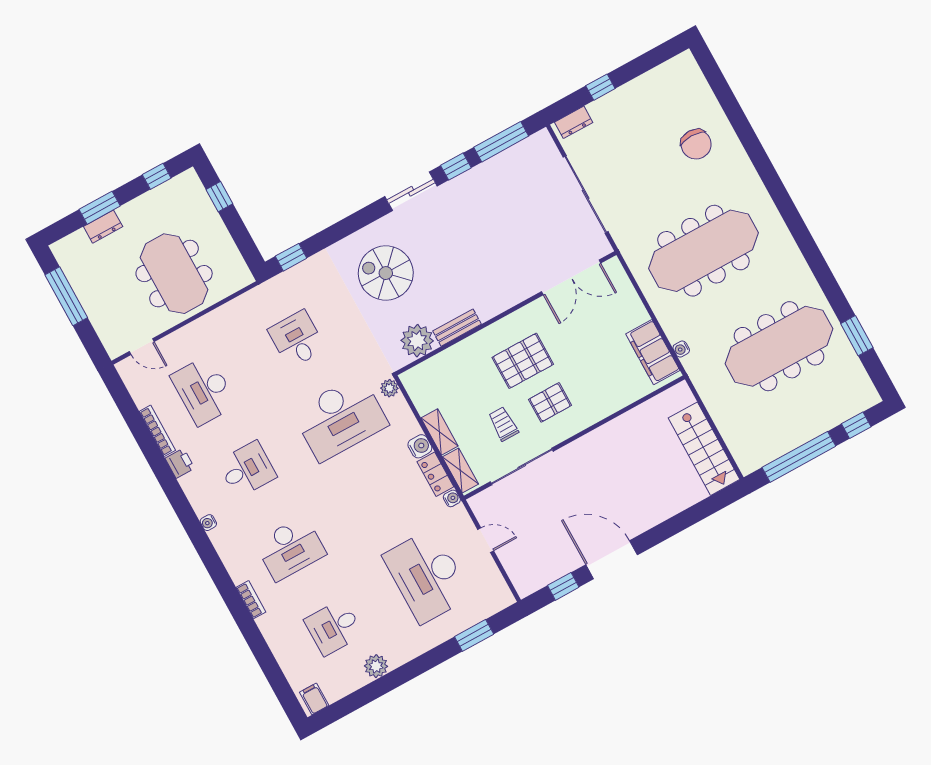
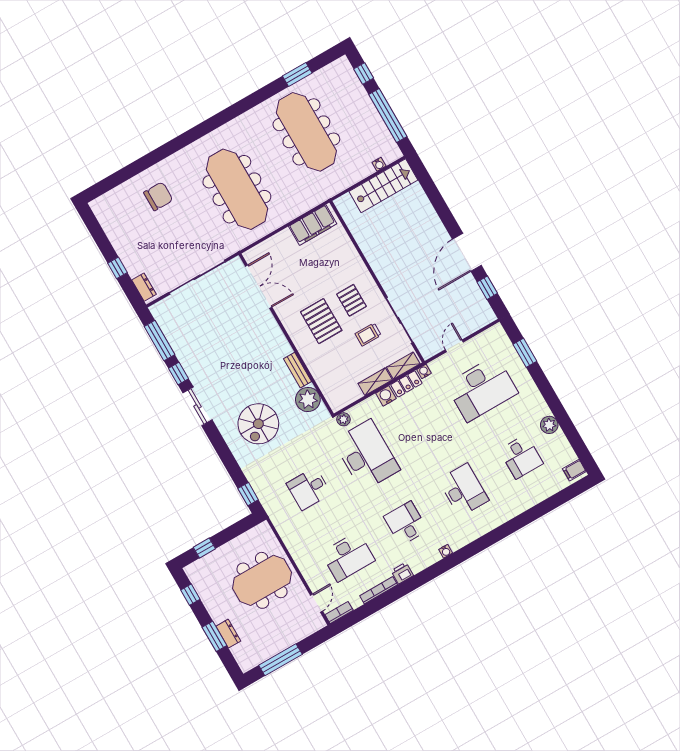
water cooler: (681, 349) -> (379, 164), moved
bookcase: (251, 600) -> (339, 613), moved

